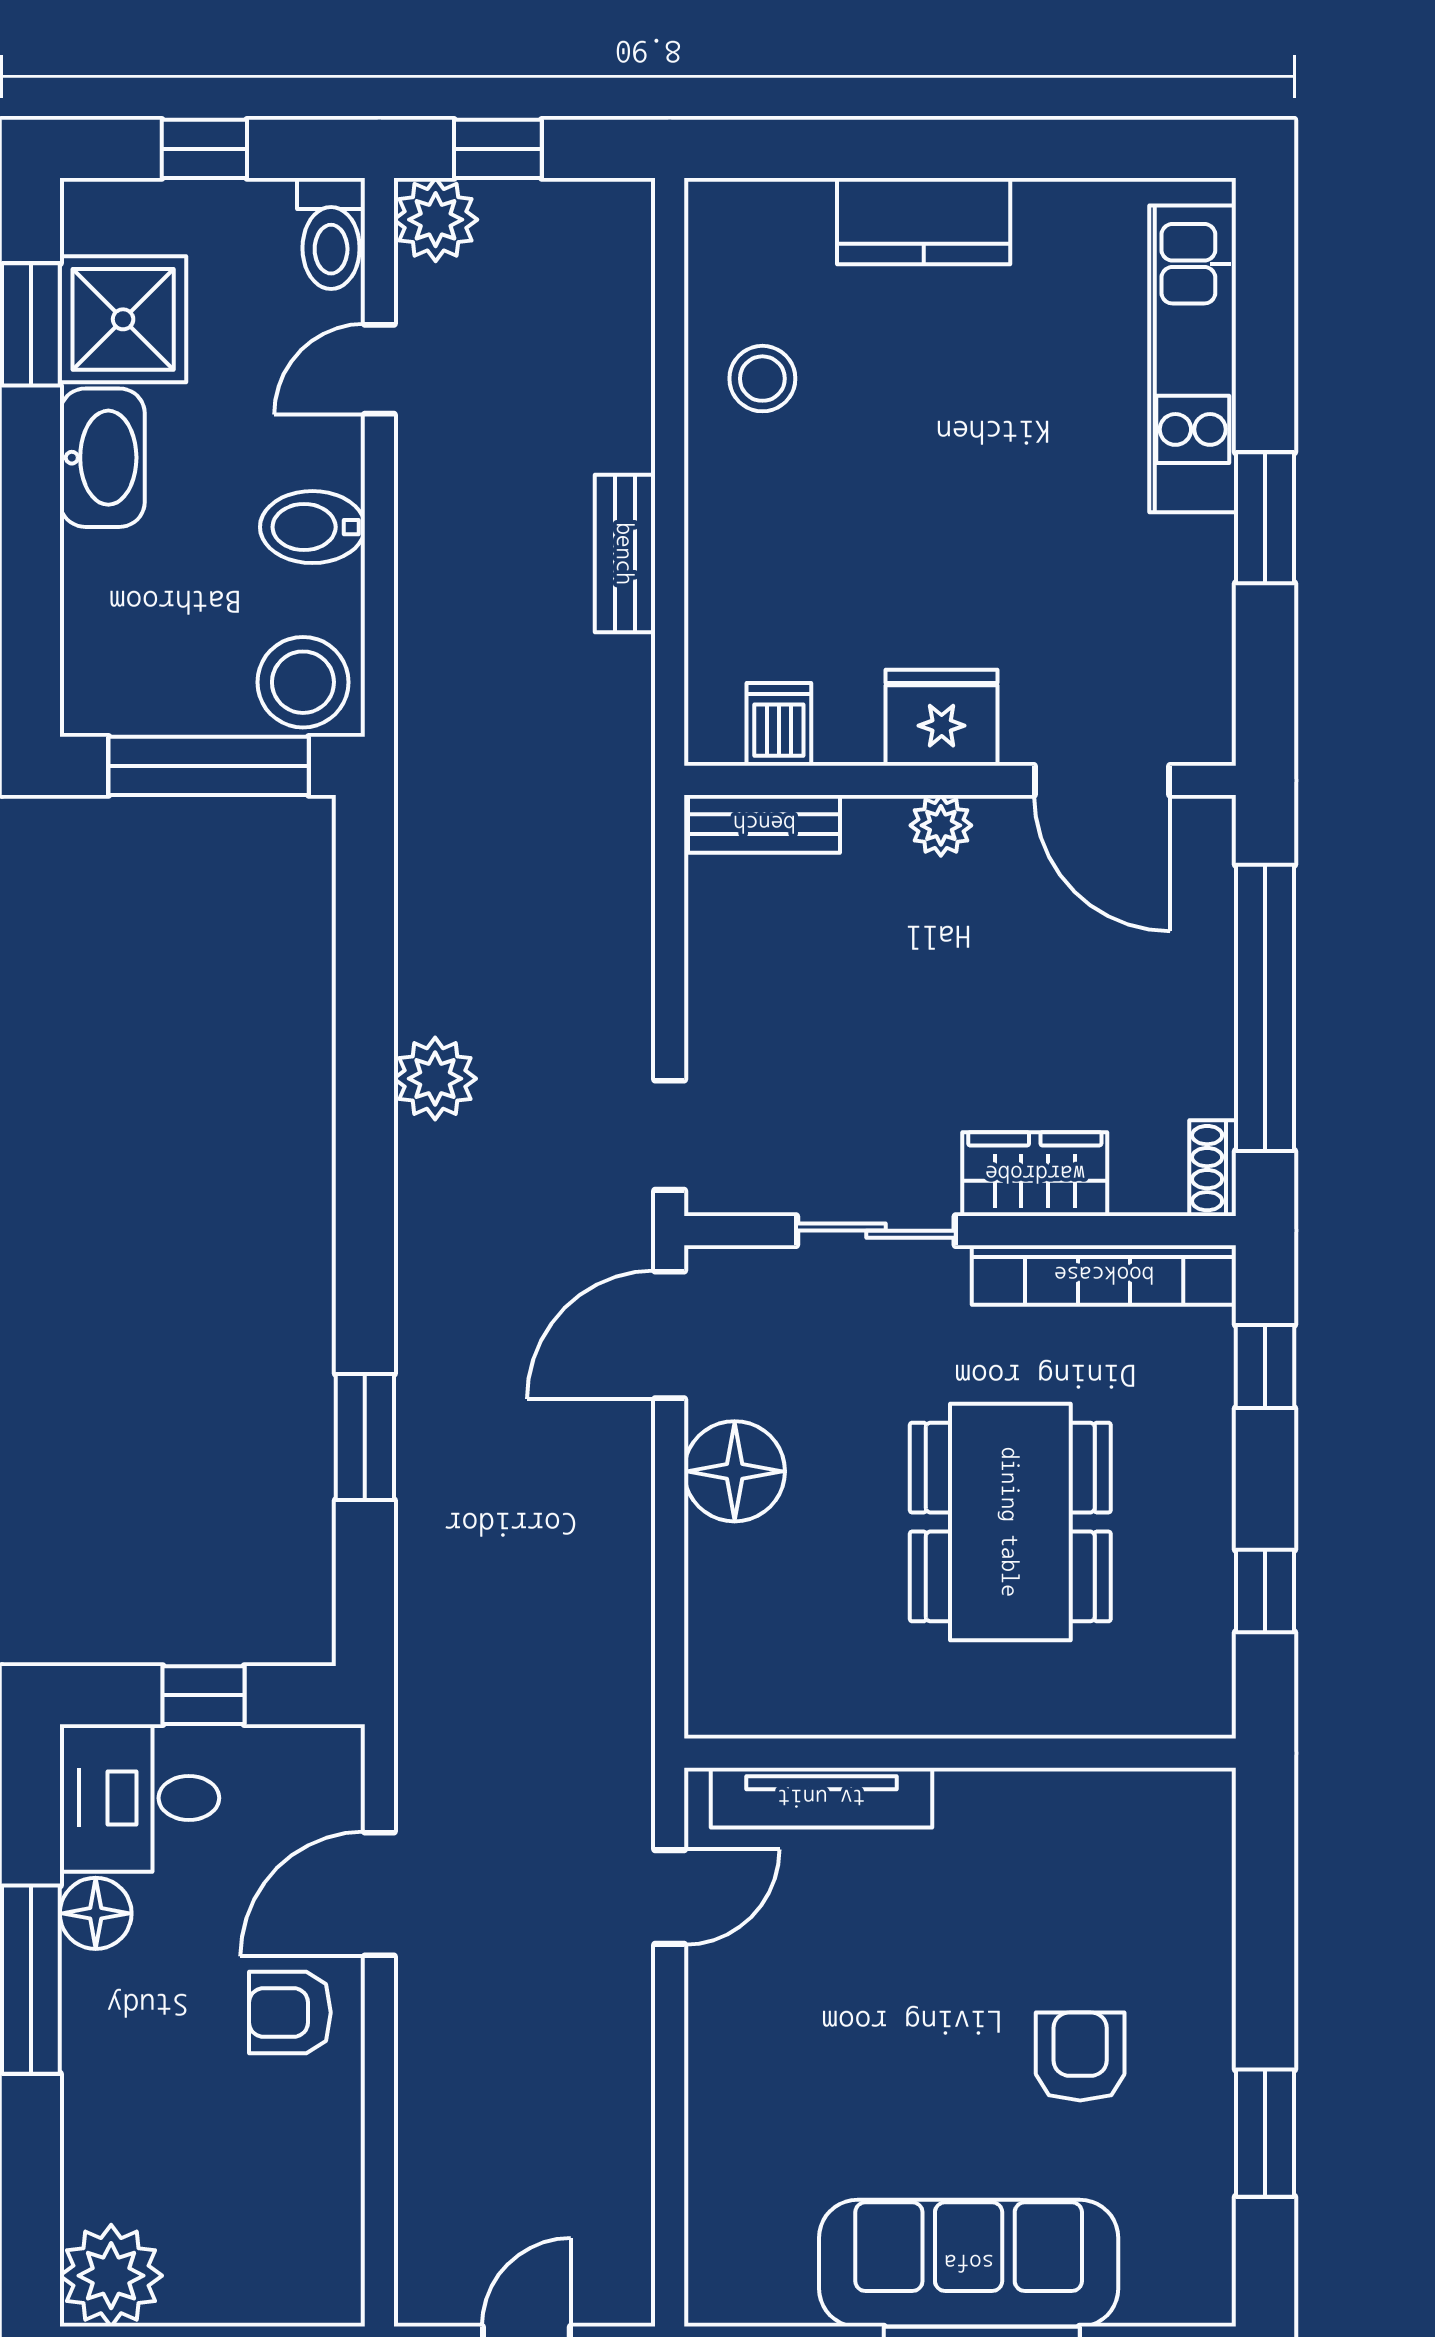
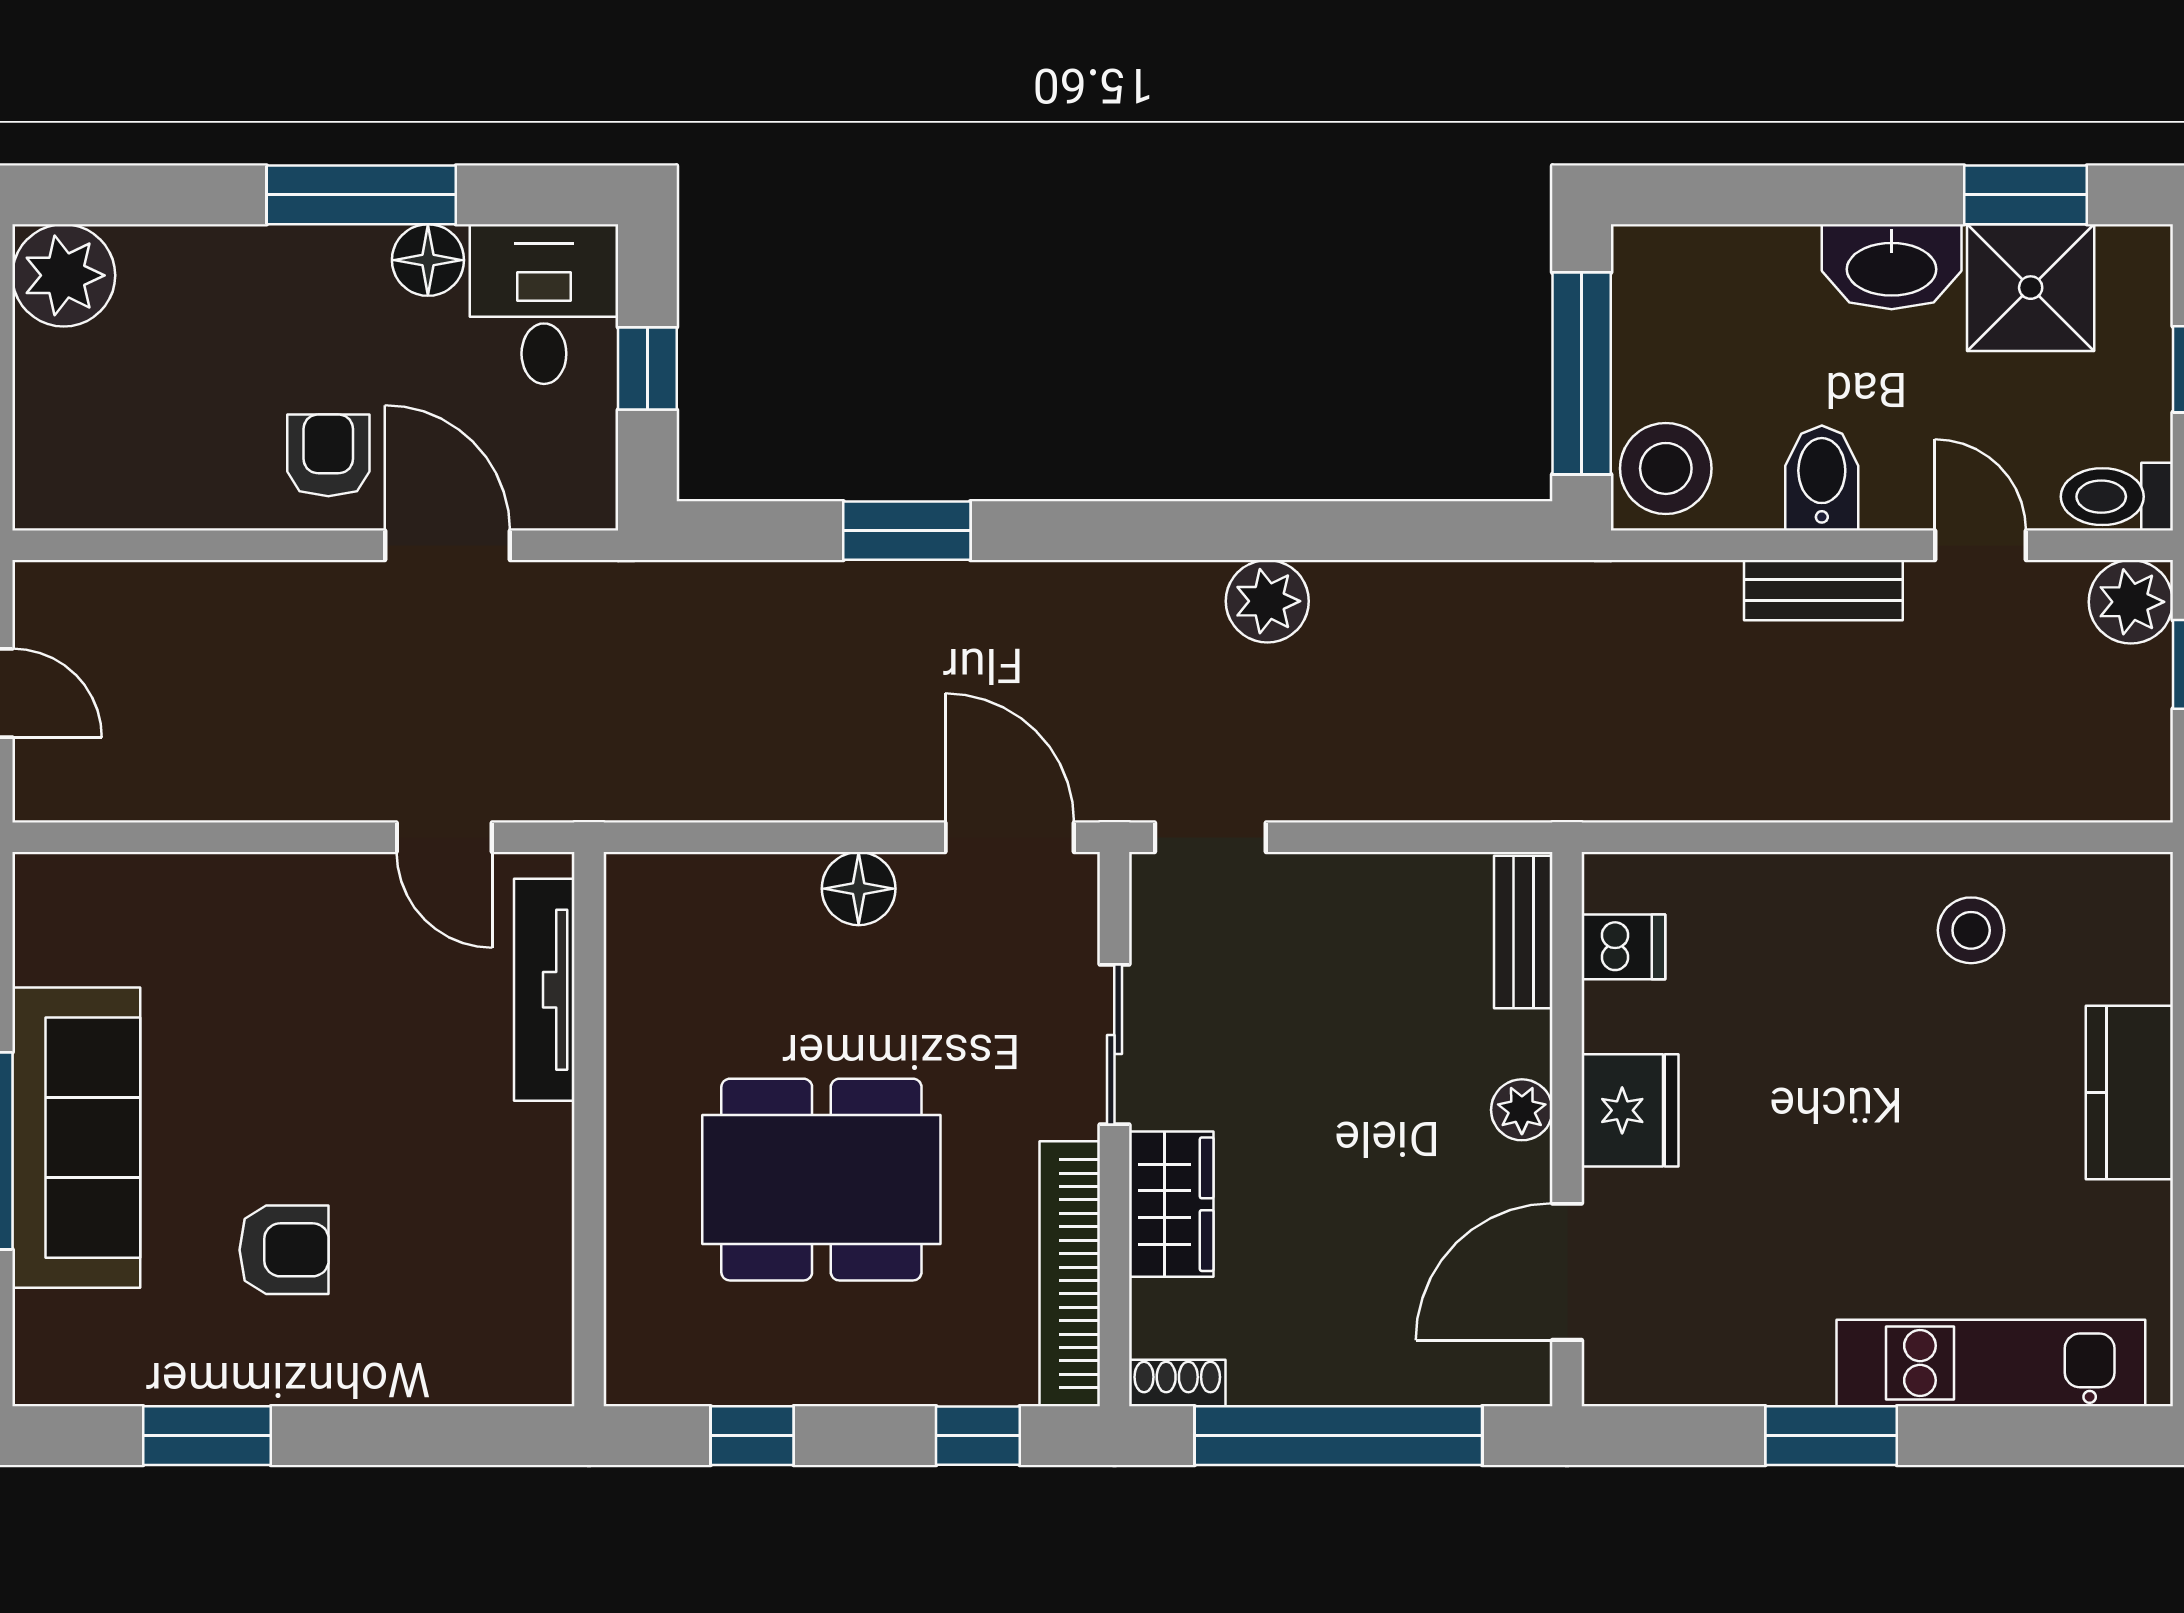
bench: (625, 554) -> (1823, 590), moved
floor lamp: (735, 1471) -> (859, 889), width x0.73, depth x0.73

